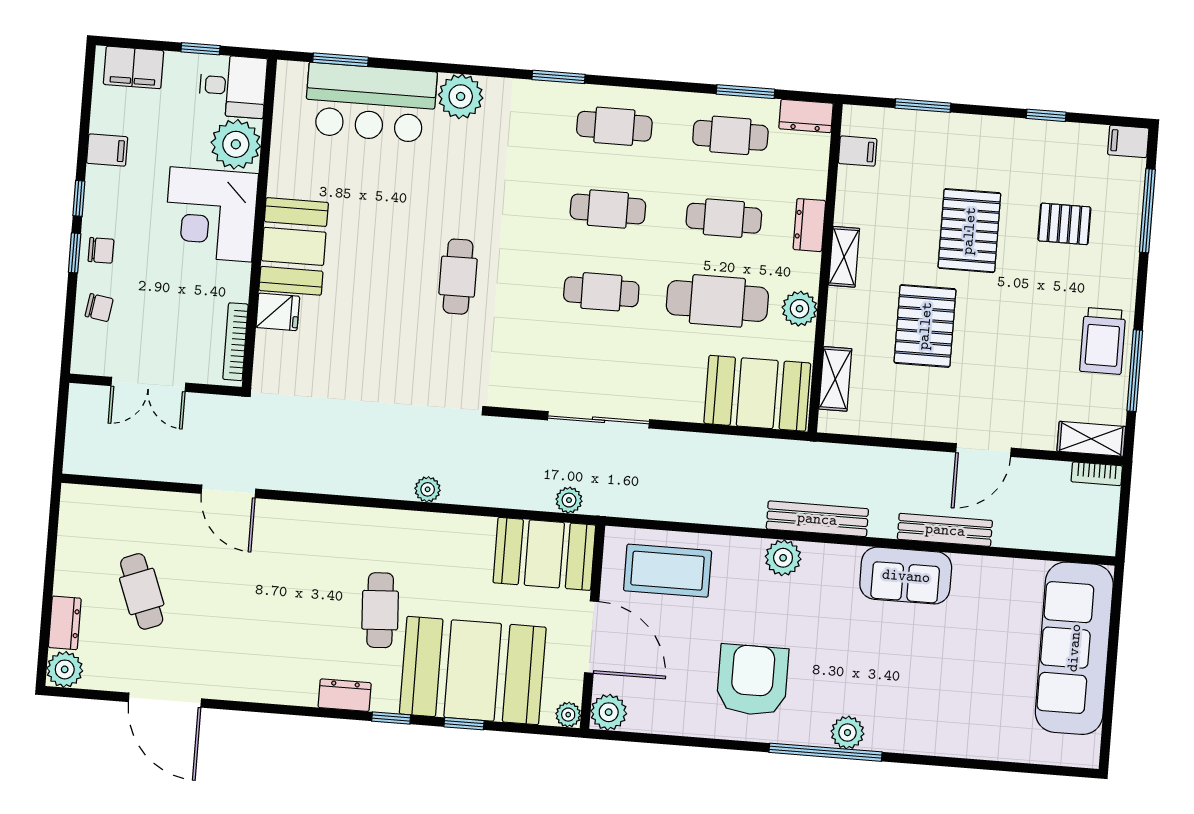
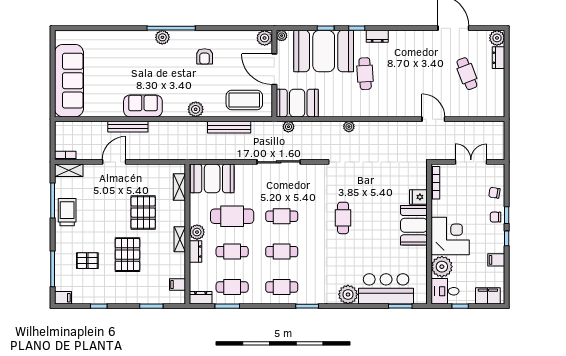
plant: (800, 309) -> (197, 232), moved
bench: (817, 519) -> (229, 127), moved
armchair: (752, 680) -> (205, 56), width x0.53, depth x0.53

